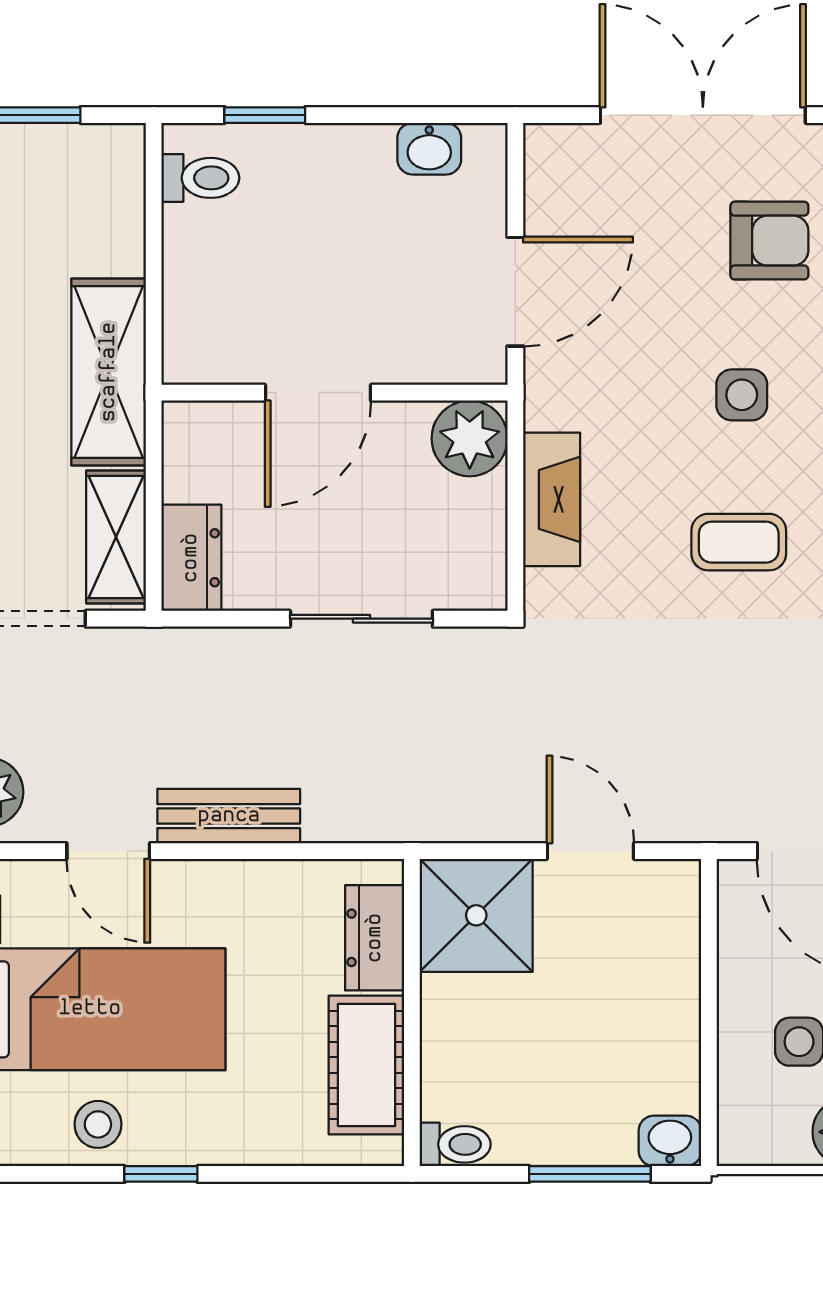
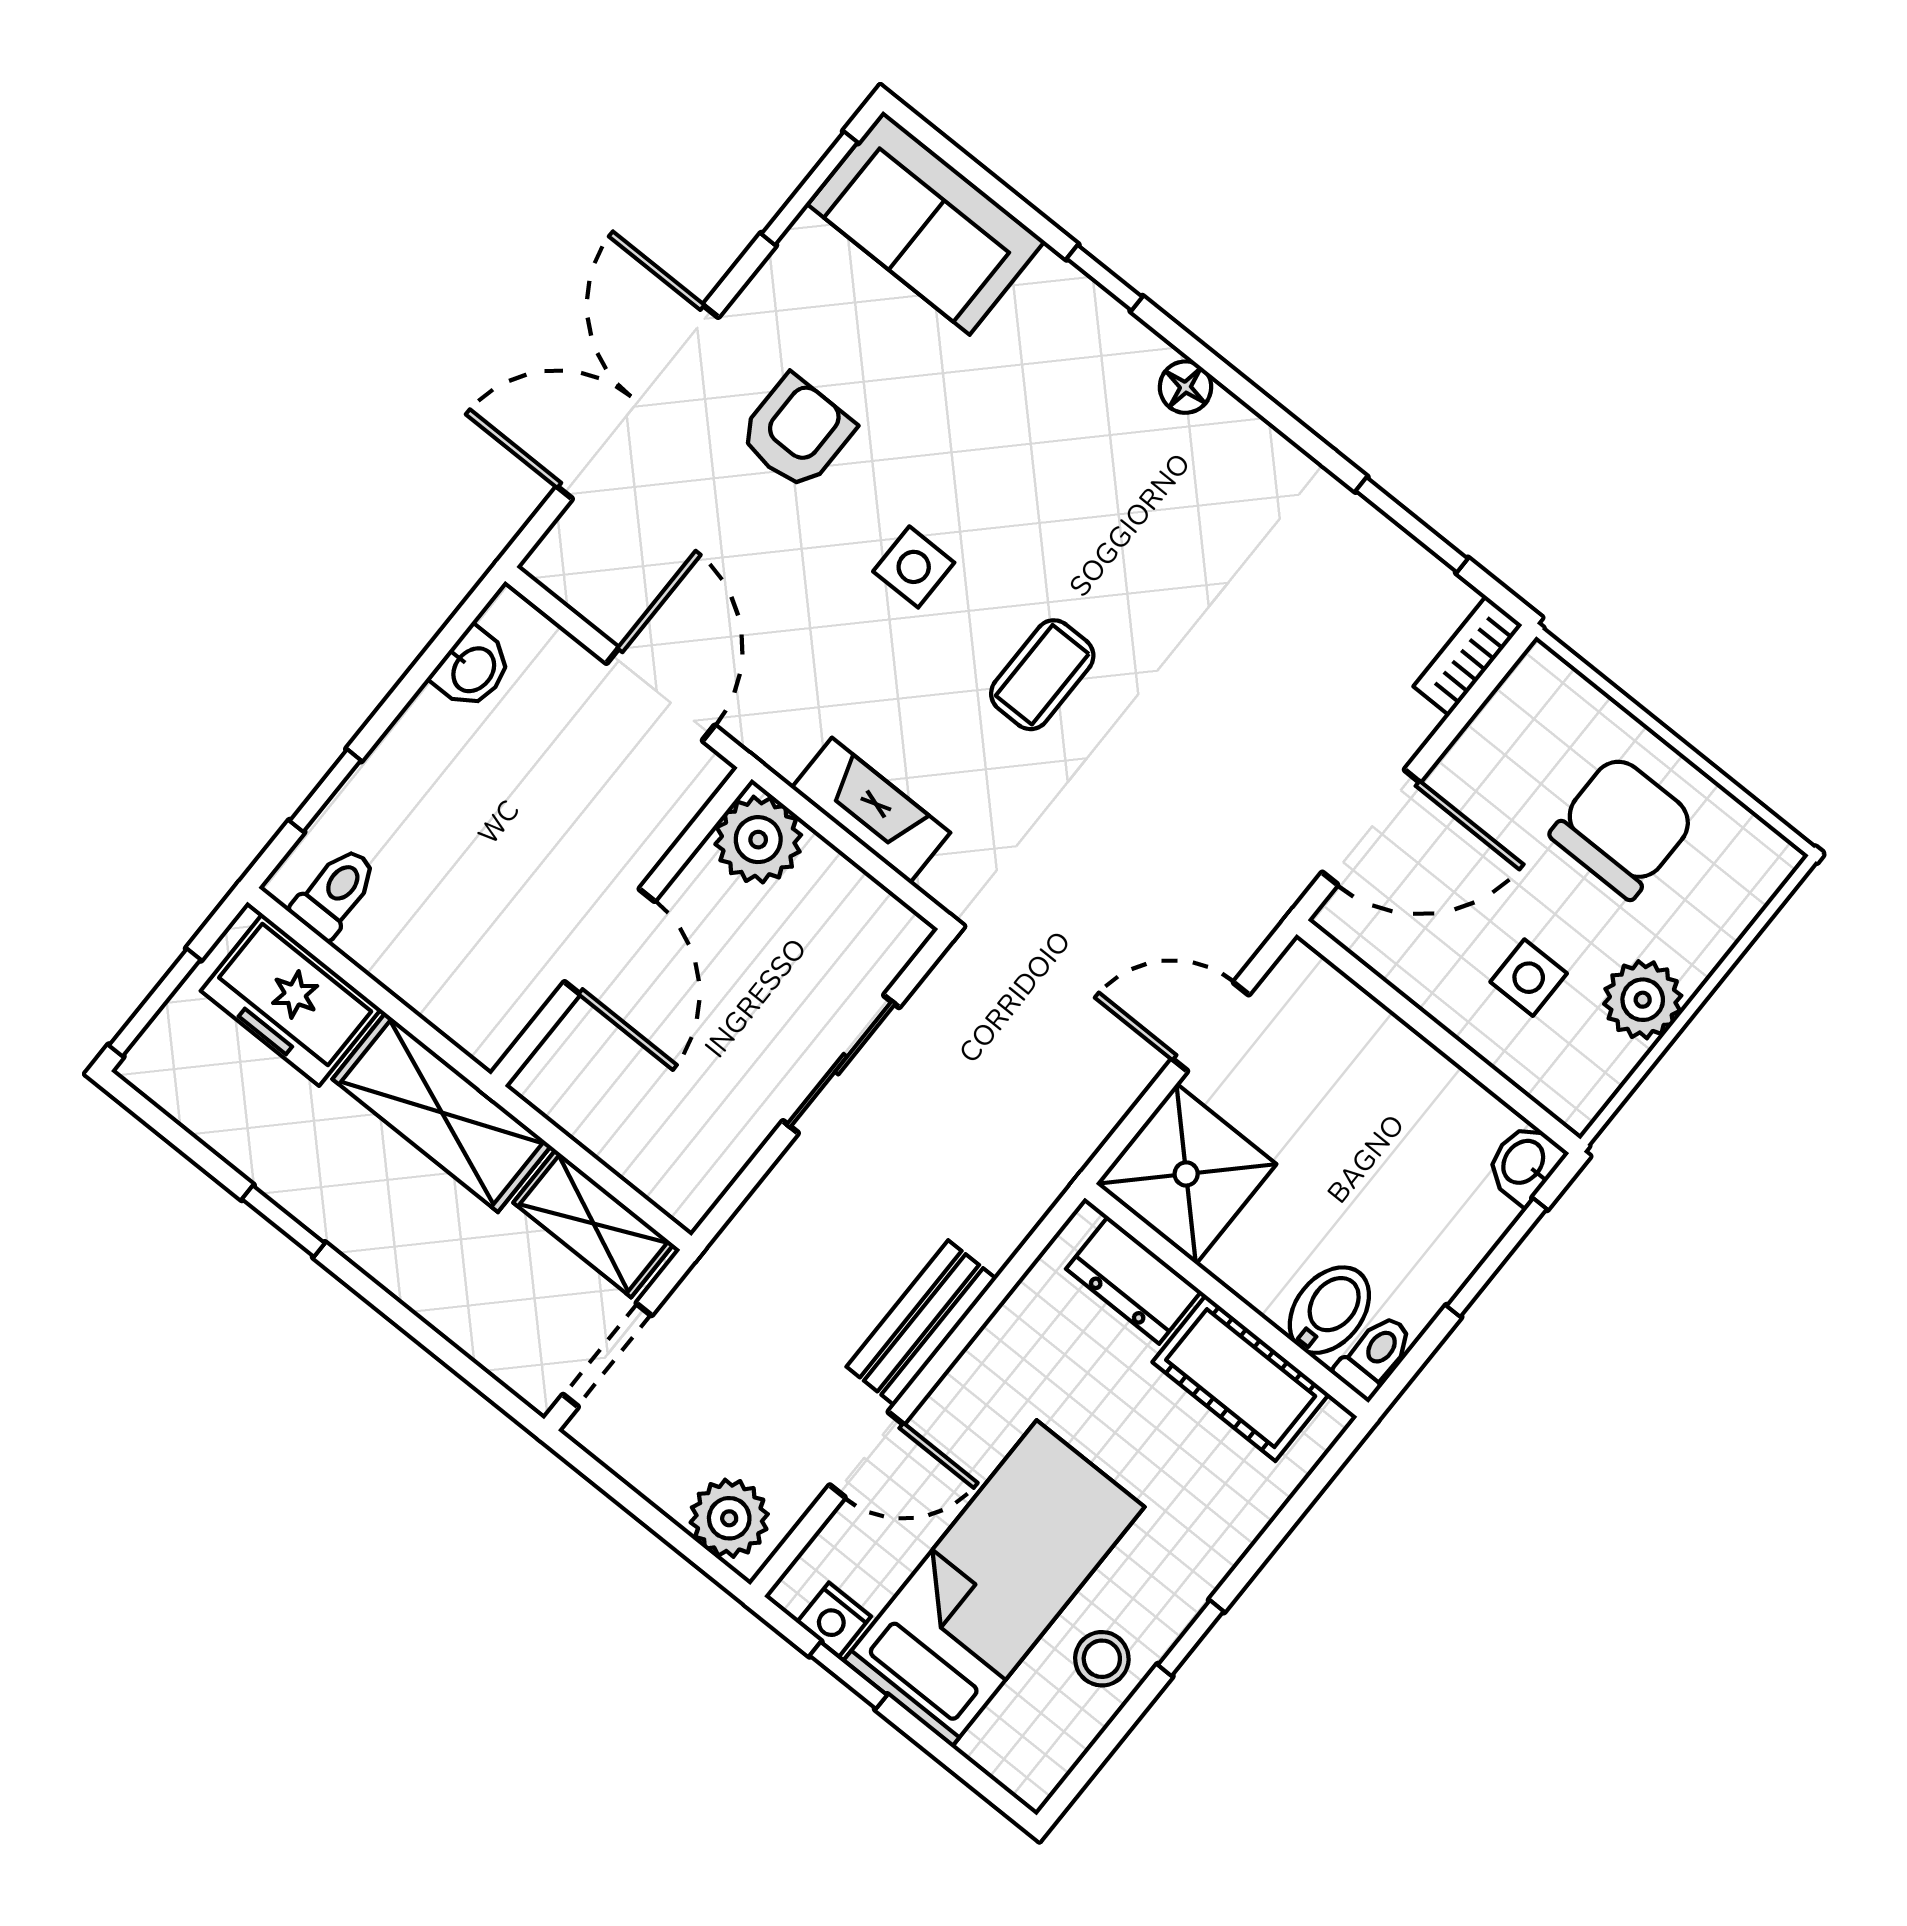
freezer: (103, 207) -> (291, 1000), added
dresser: (191, 558) -> (666, 1172), removed
bidet: (462, 1088) -> (1329, 1310), added

